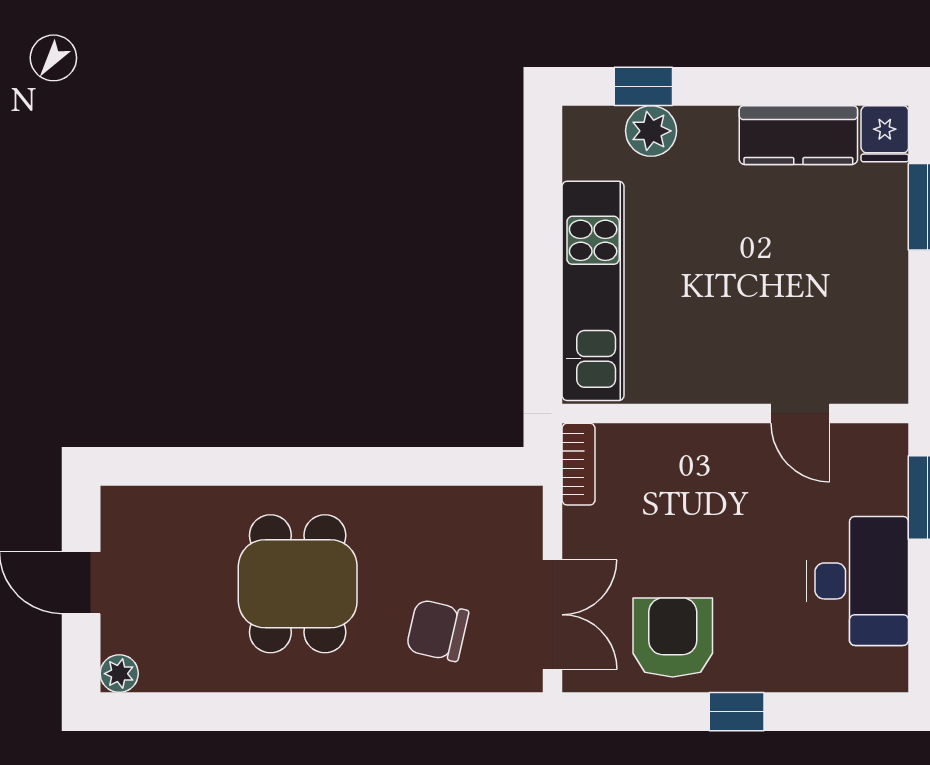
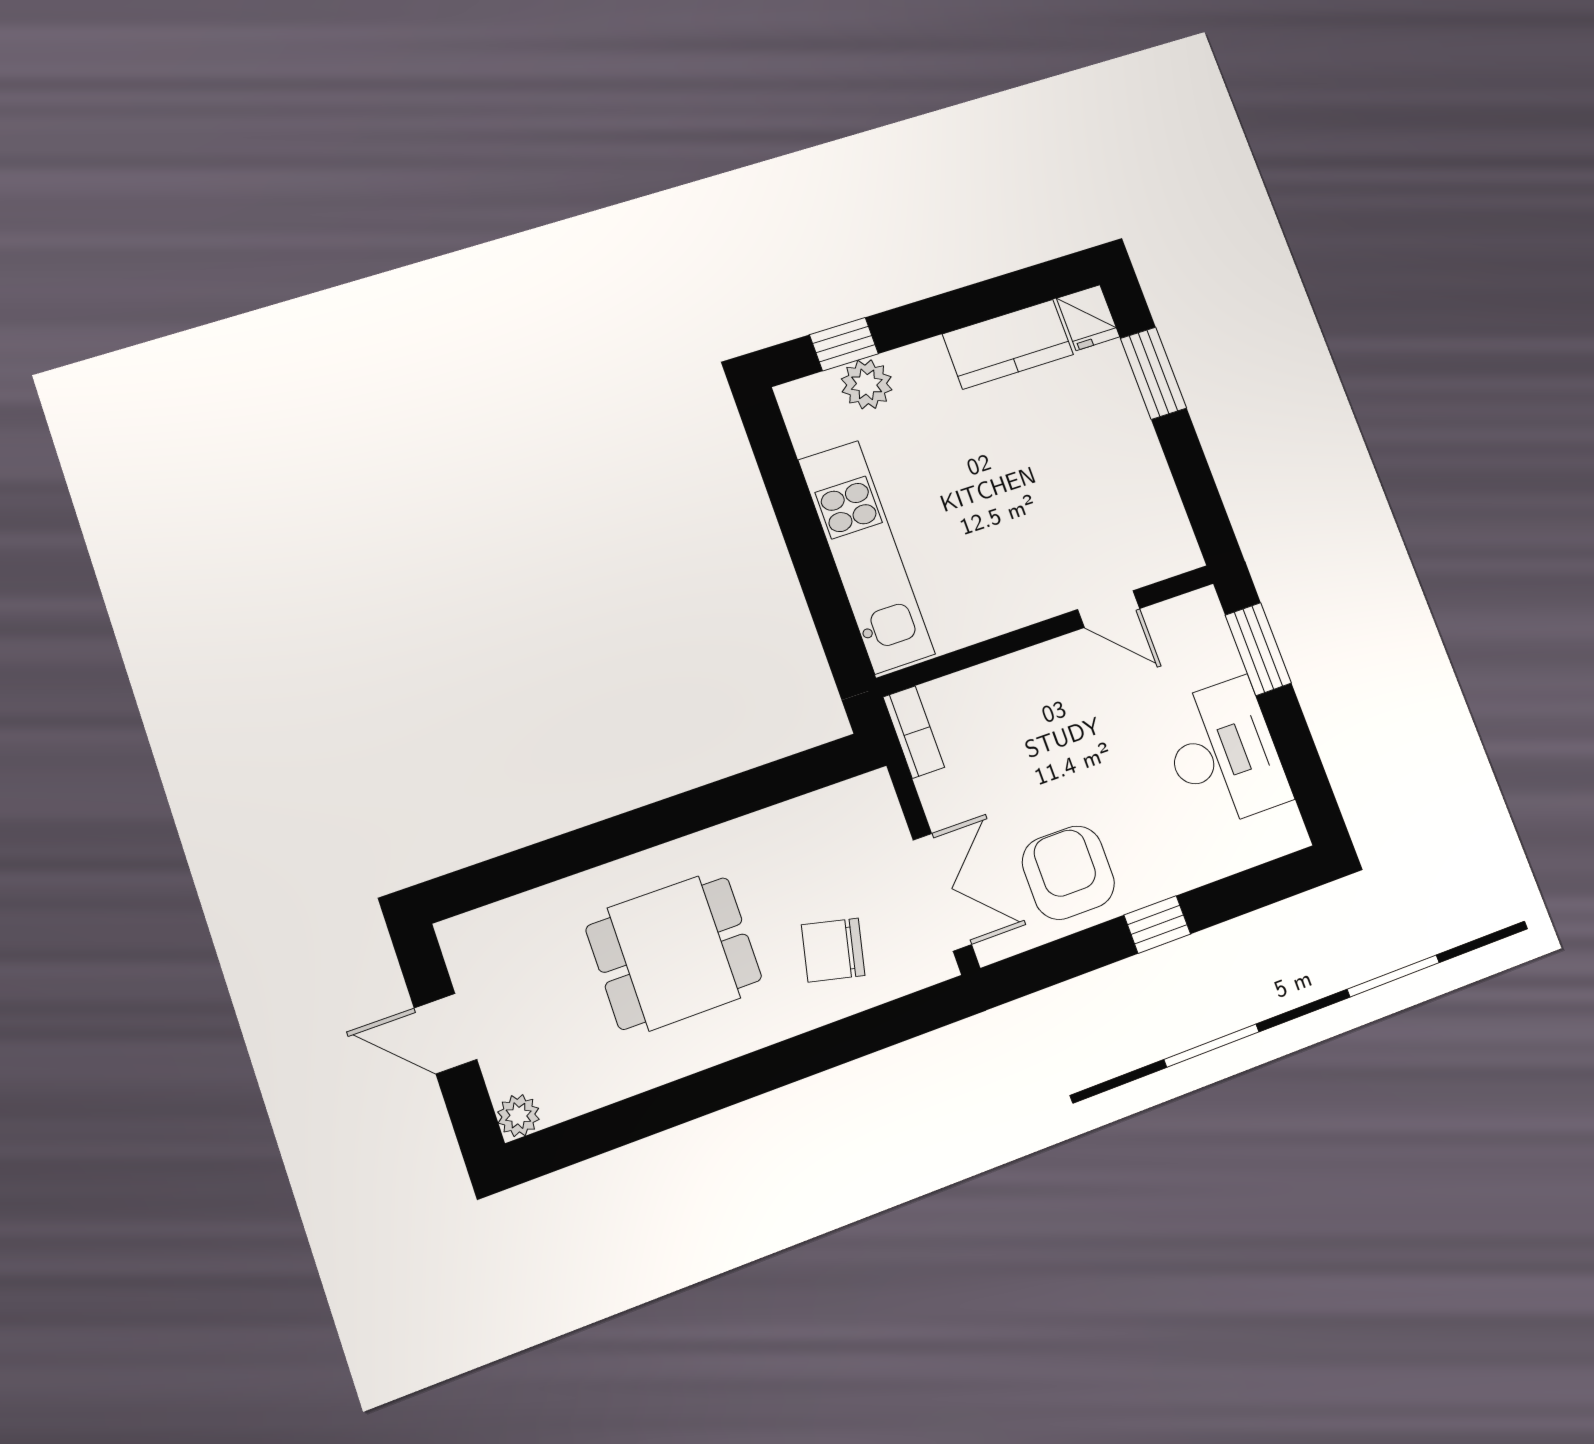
dining table: (298, 584) -> (674, 953), turned 90

